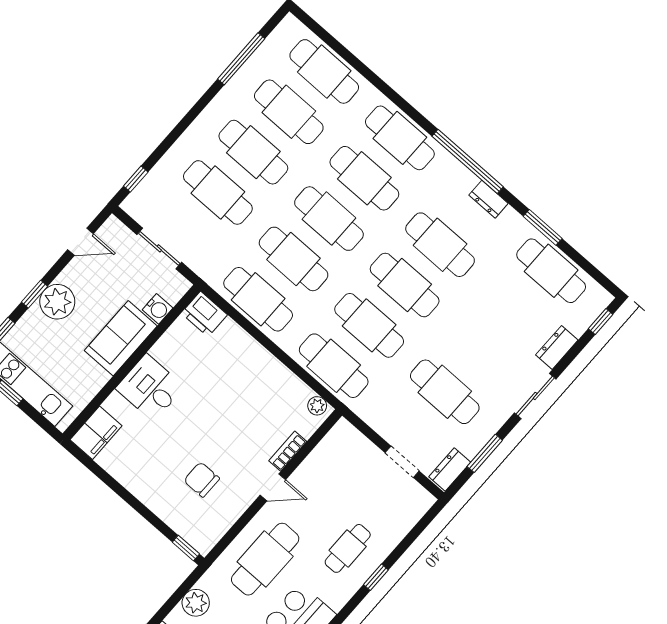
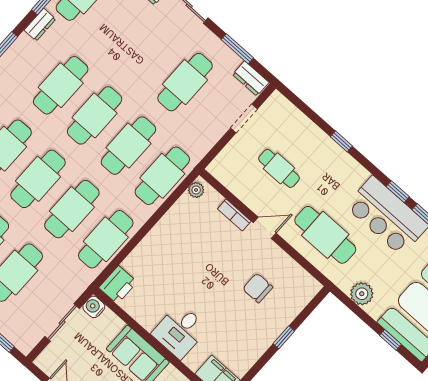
dresser: (488, 199) -> (40, 25), moved
water cooler: (158, 309) -> (94, 307), moved, turned -90
chair: (202, 480) -> (258, 288), turned 90
door: (273, 487) -> (265, 228), hinge flipped
window: (186, 548) -> (284, 337), moved
cafe table: (348, 548) -> (279, 168), moved

